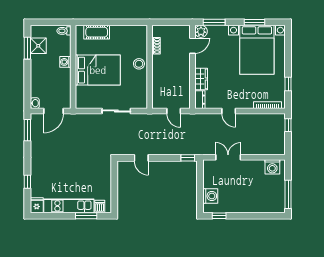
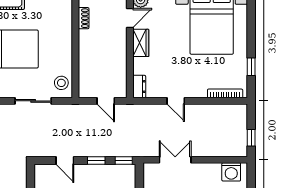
stool: (139, 64) -> (61, 83), moved
wardrobe: (201, 79) -> (141, 43), moved
window: (288, 125) -> (251, 138), moved
window: (166, 158) -> (96, 160), added

